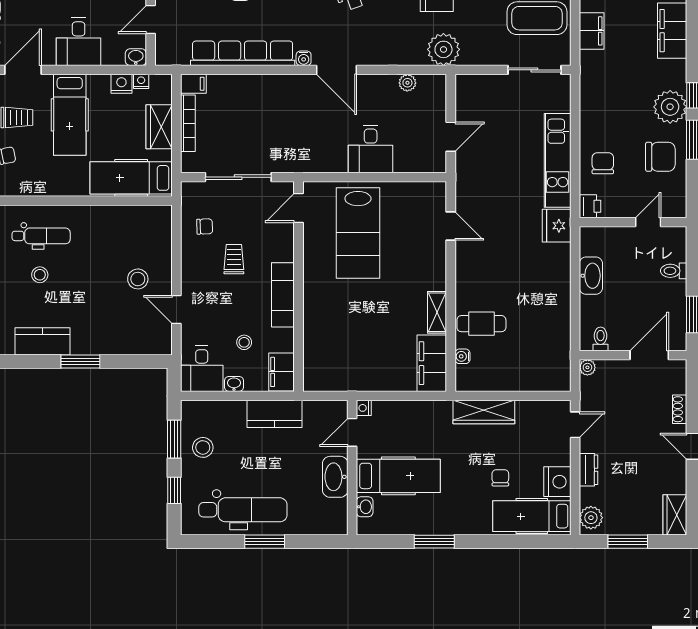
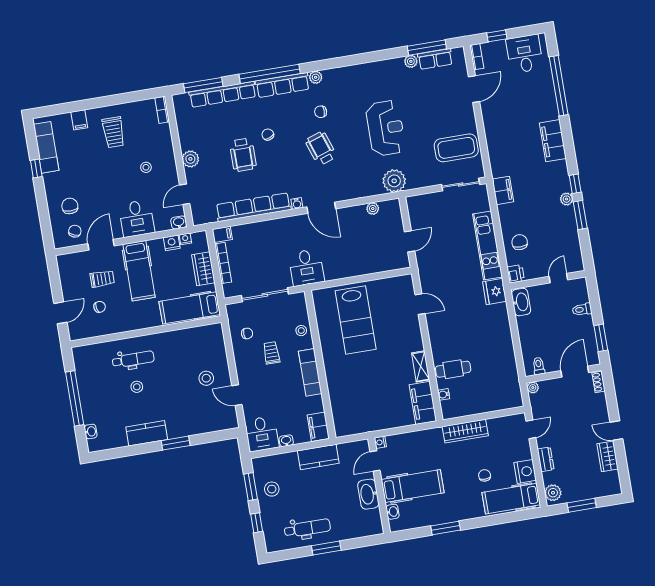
filing cabinet: (592, 31) -> (503, 190), moved
plant: (670, 107) -> (567, 199), width x0.53, depth x0.53
desk: (371, 149) -> (306, 267), moved
chair: (660, 157) -> (559, 231), removed
door: (299, 208) -> (311, 309), removed
washbasin: (591, 276) -> (521, 302), moved
stool: (244, 342) -> (301, 331), moved
shoe rack: (680, 409) -> (599, 382), moved
dental chair: (243, 510) -> (307, 528), width x0.73, depth x0.72
wardrobe: (675, 515) -> (608, 456), moved

